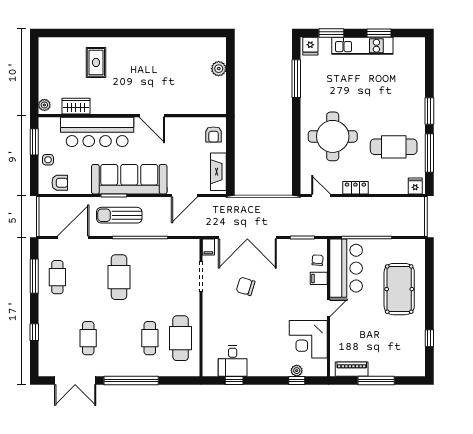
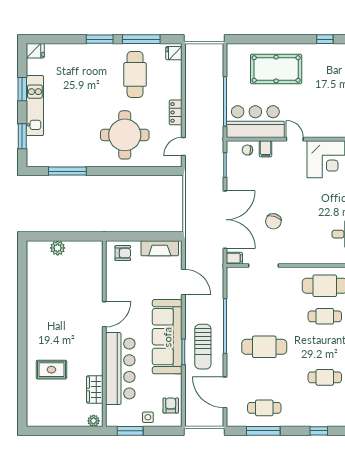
fridge: (310, 46) -> (35, 51), moved

